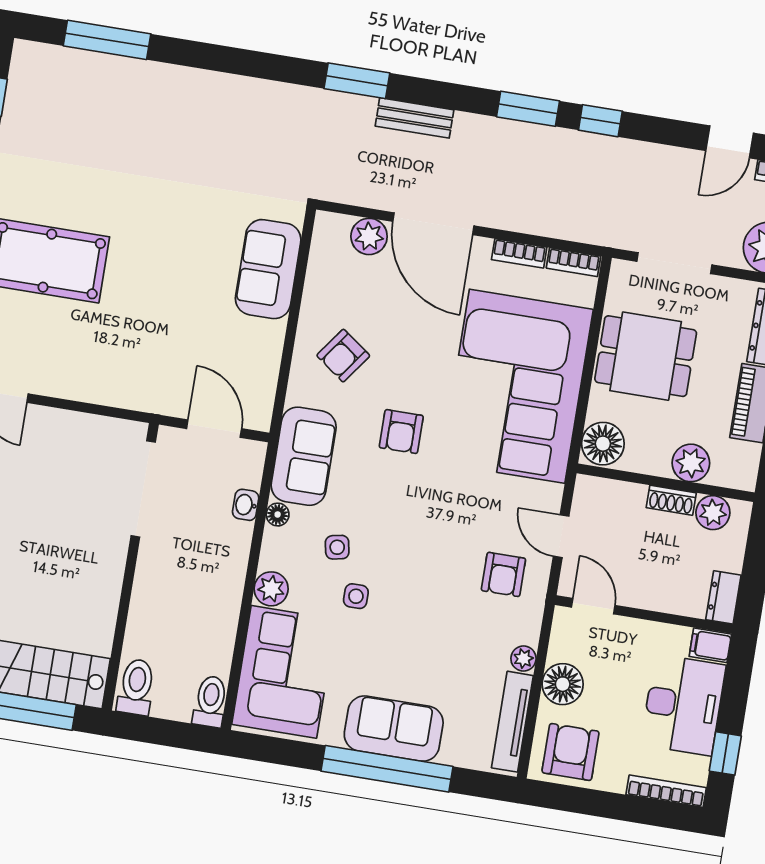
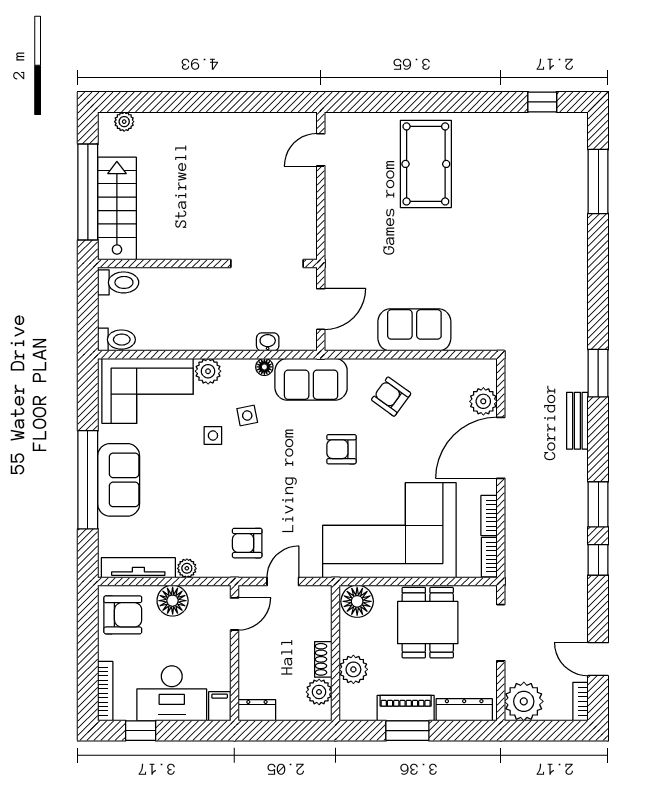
sofa: (268, 269) -> (414, 330), moved

